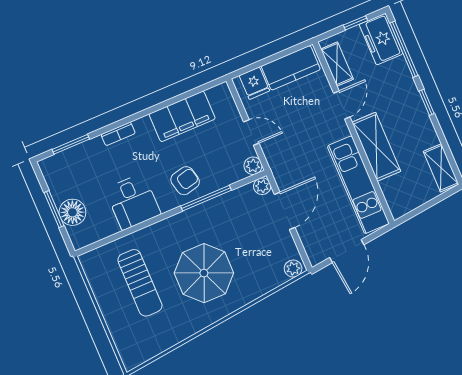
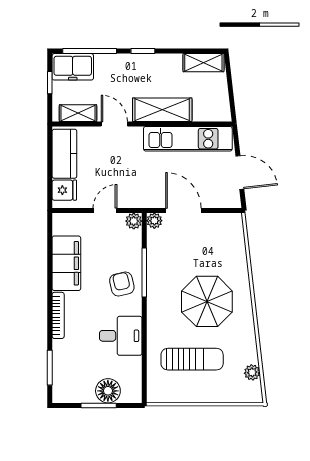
bookcase: (118, 134) -> (58, 315), width x1.56
plant: (293, 269) -> (252, 372), moved

